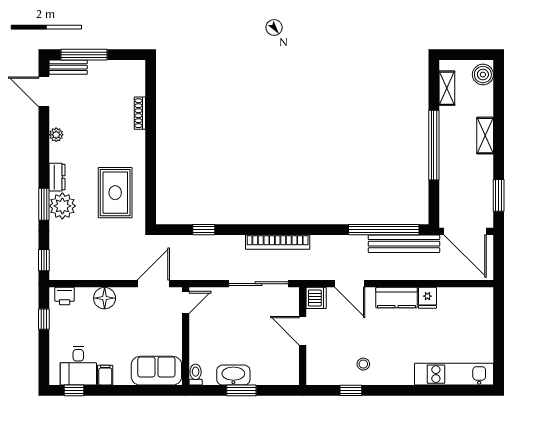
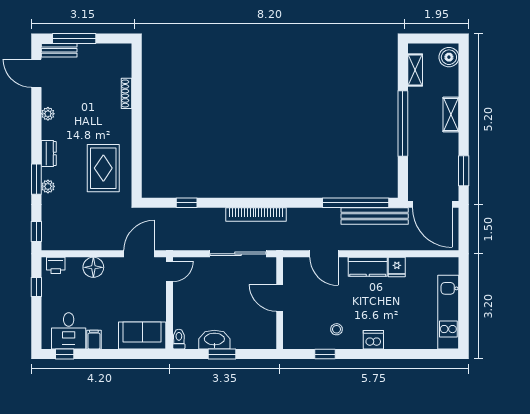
plant: (62, 206) -> (48, 186), width x0.53, depth x0.53
dishwasher: (316, 298) -> (373, 340), moved, turned -90
kitchen unit: (454, 374) -> (448, 312), moved, turned -90

